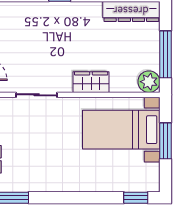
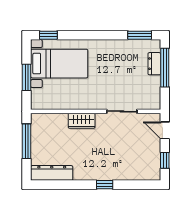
plant: (149, 82) -> (39, 121), removed
bed with nightstands: (121, 130) -> (59, 64), moved

